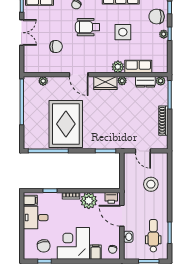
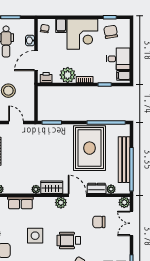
wheelchair: (88, 27) -> (69, 240), turned 180
double door: (22, 33) -> (131, 223), moved
plant: (29, 67) -> (124, 202), added
plant: (118, 67) -> (61, 203), moved
dresser: (145, 82) -> (97, 188), moved
bench: (29, 112) -> (124, 160), added
door: (122, 216) -> (36, 61), swing flipped

